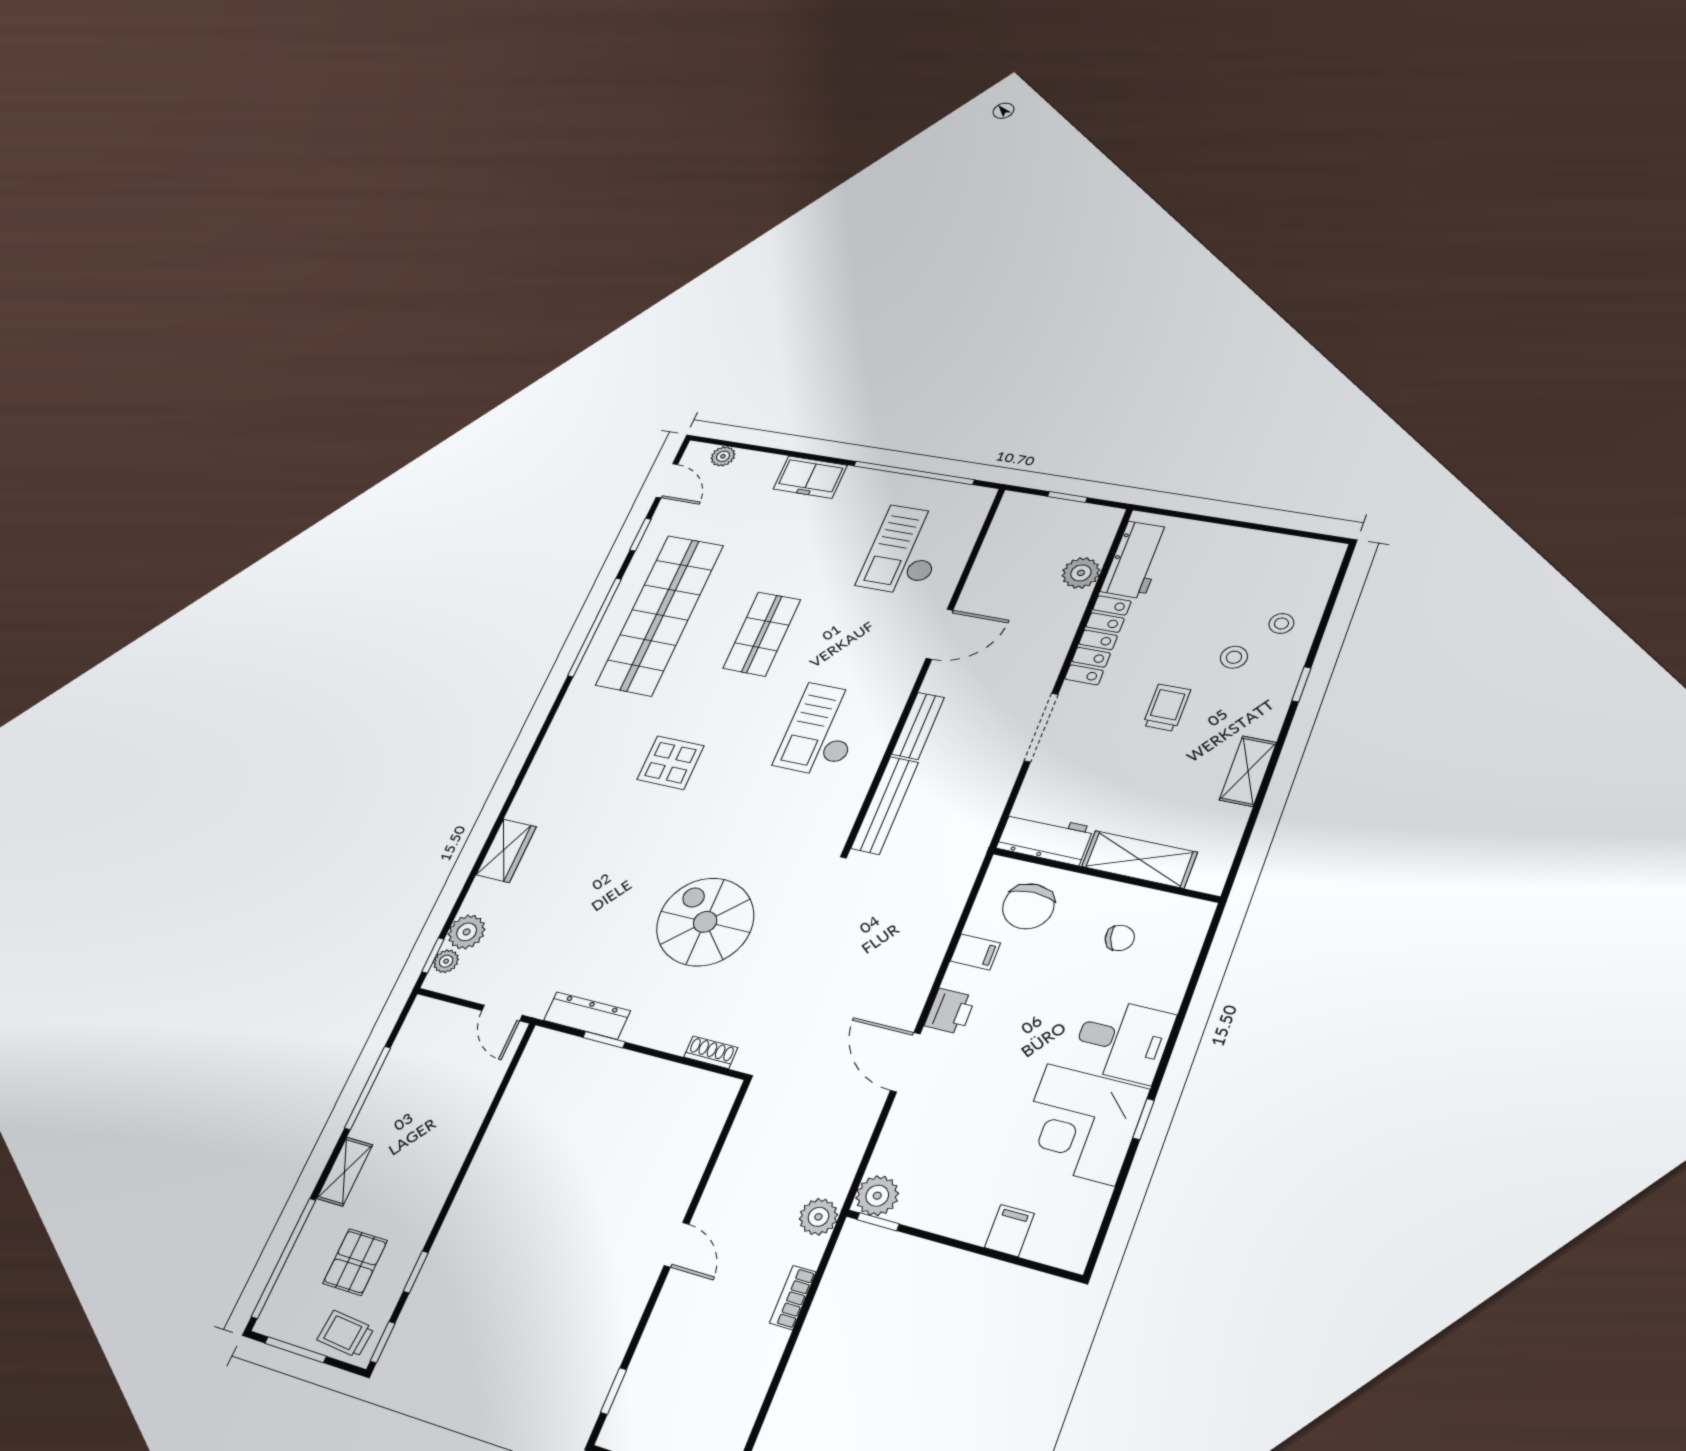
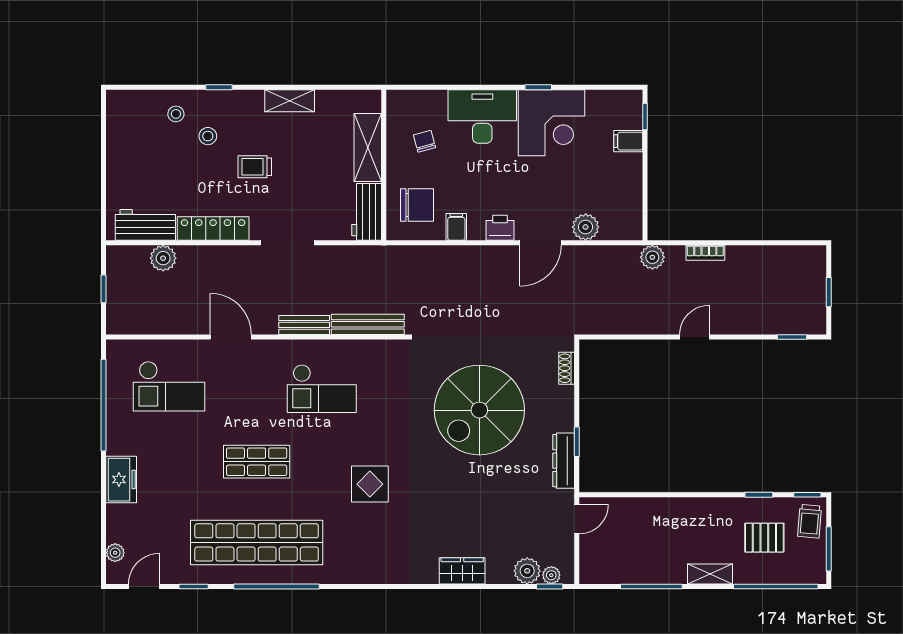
spiral stairs: (705, 922) -> (479, 410), width x1.37, depth x1.37
desk: (1123, 1040) -> (482, 117), width x1.37
plant: (877, 1196) -> (586, 227), moved
window: (878, 1222) -> (645, 116), moved

